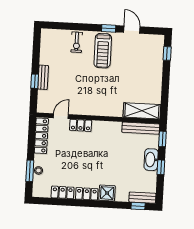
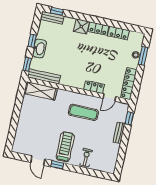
window: (167, 53) -> (11, 136), removed
window: (35, 81) -> (129, 118), moved
exercise mat: (88, 94) -> (83, 112), added

